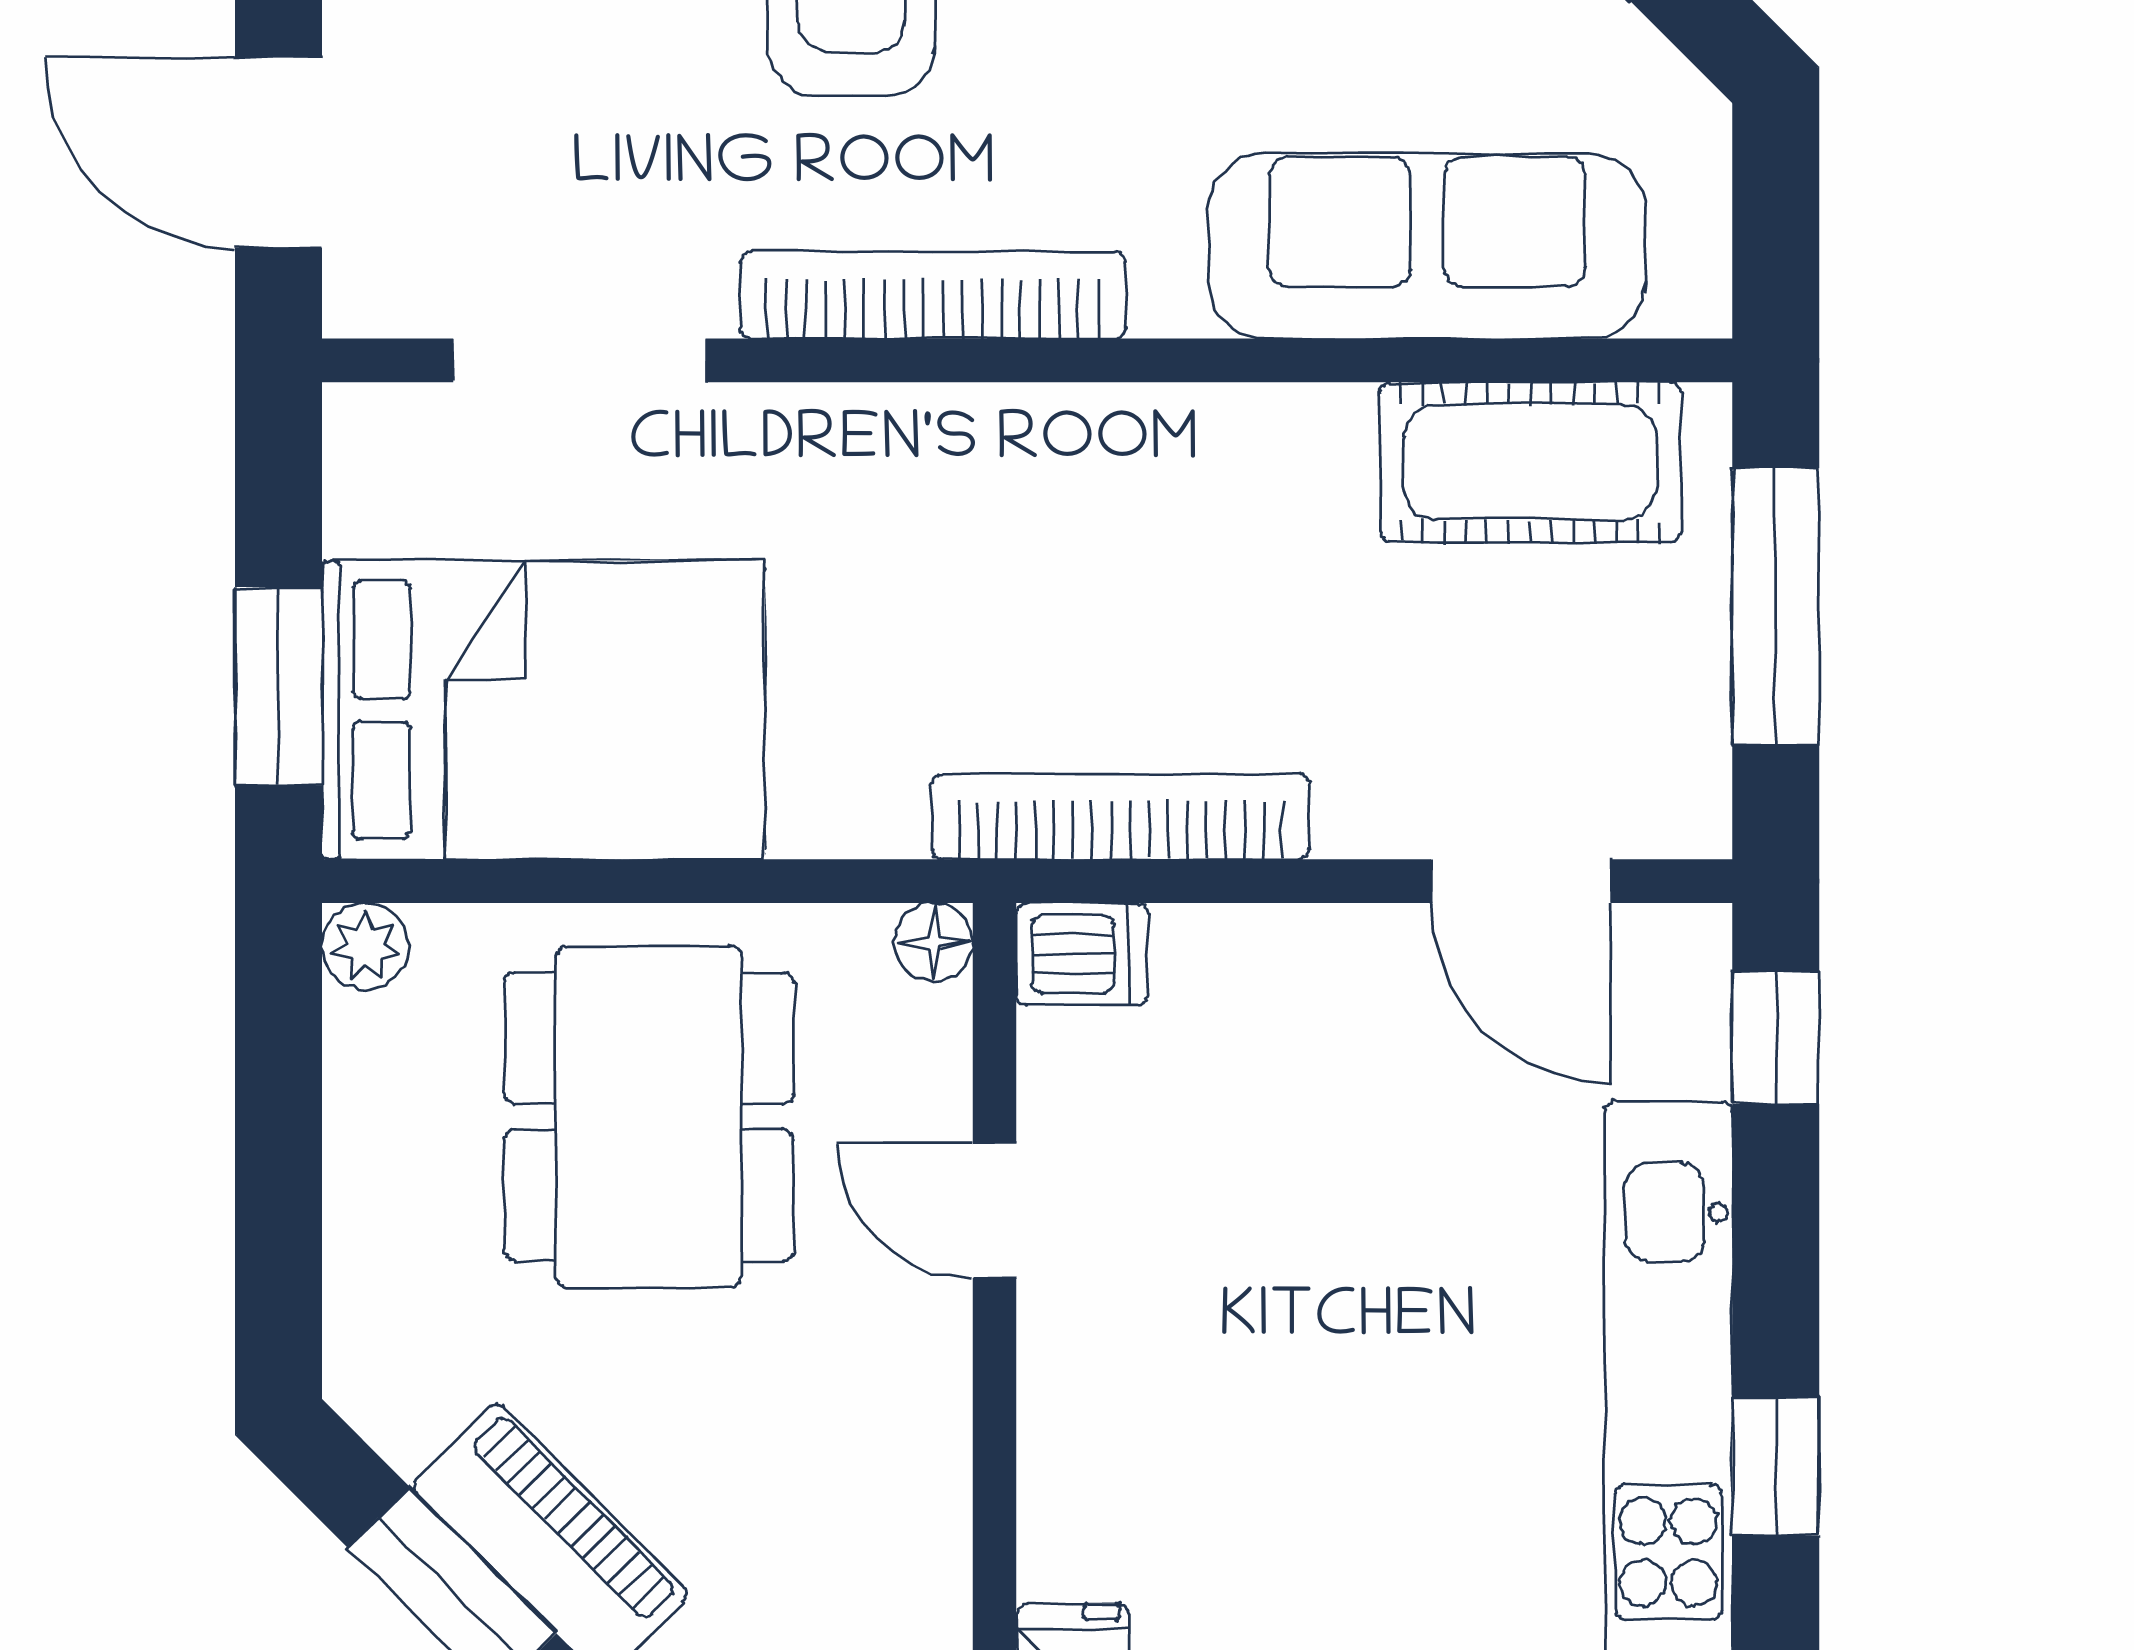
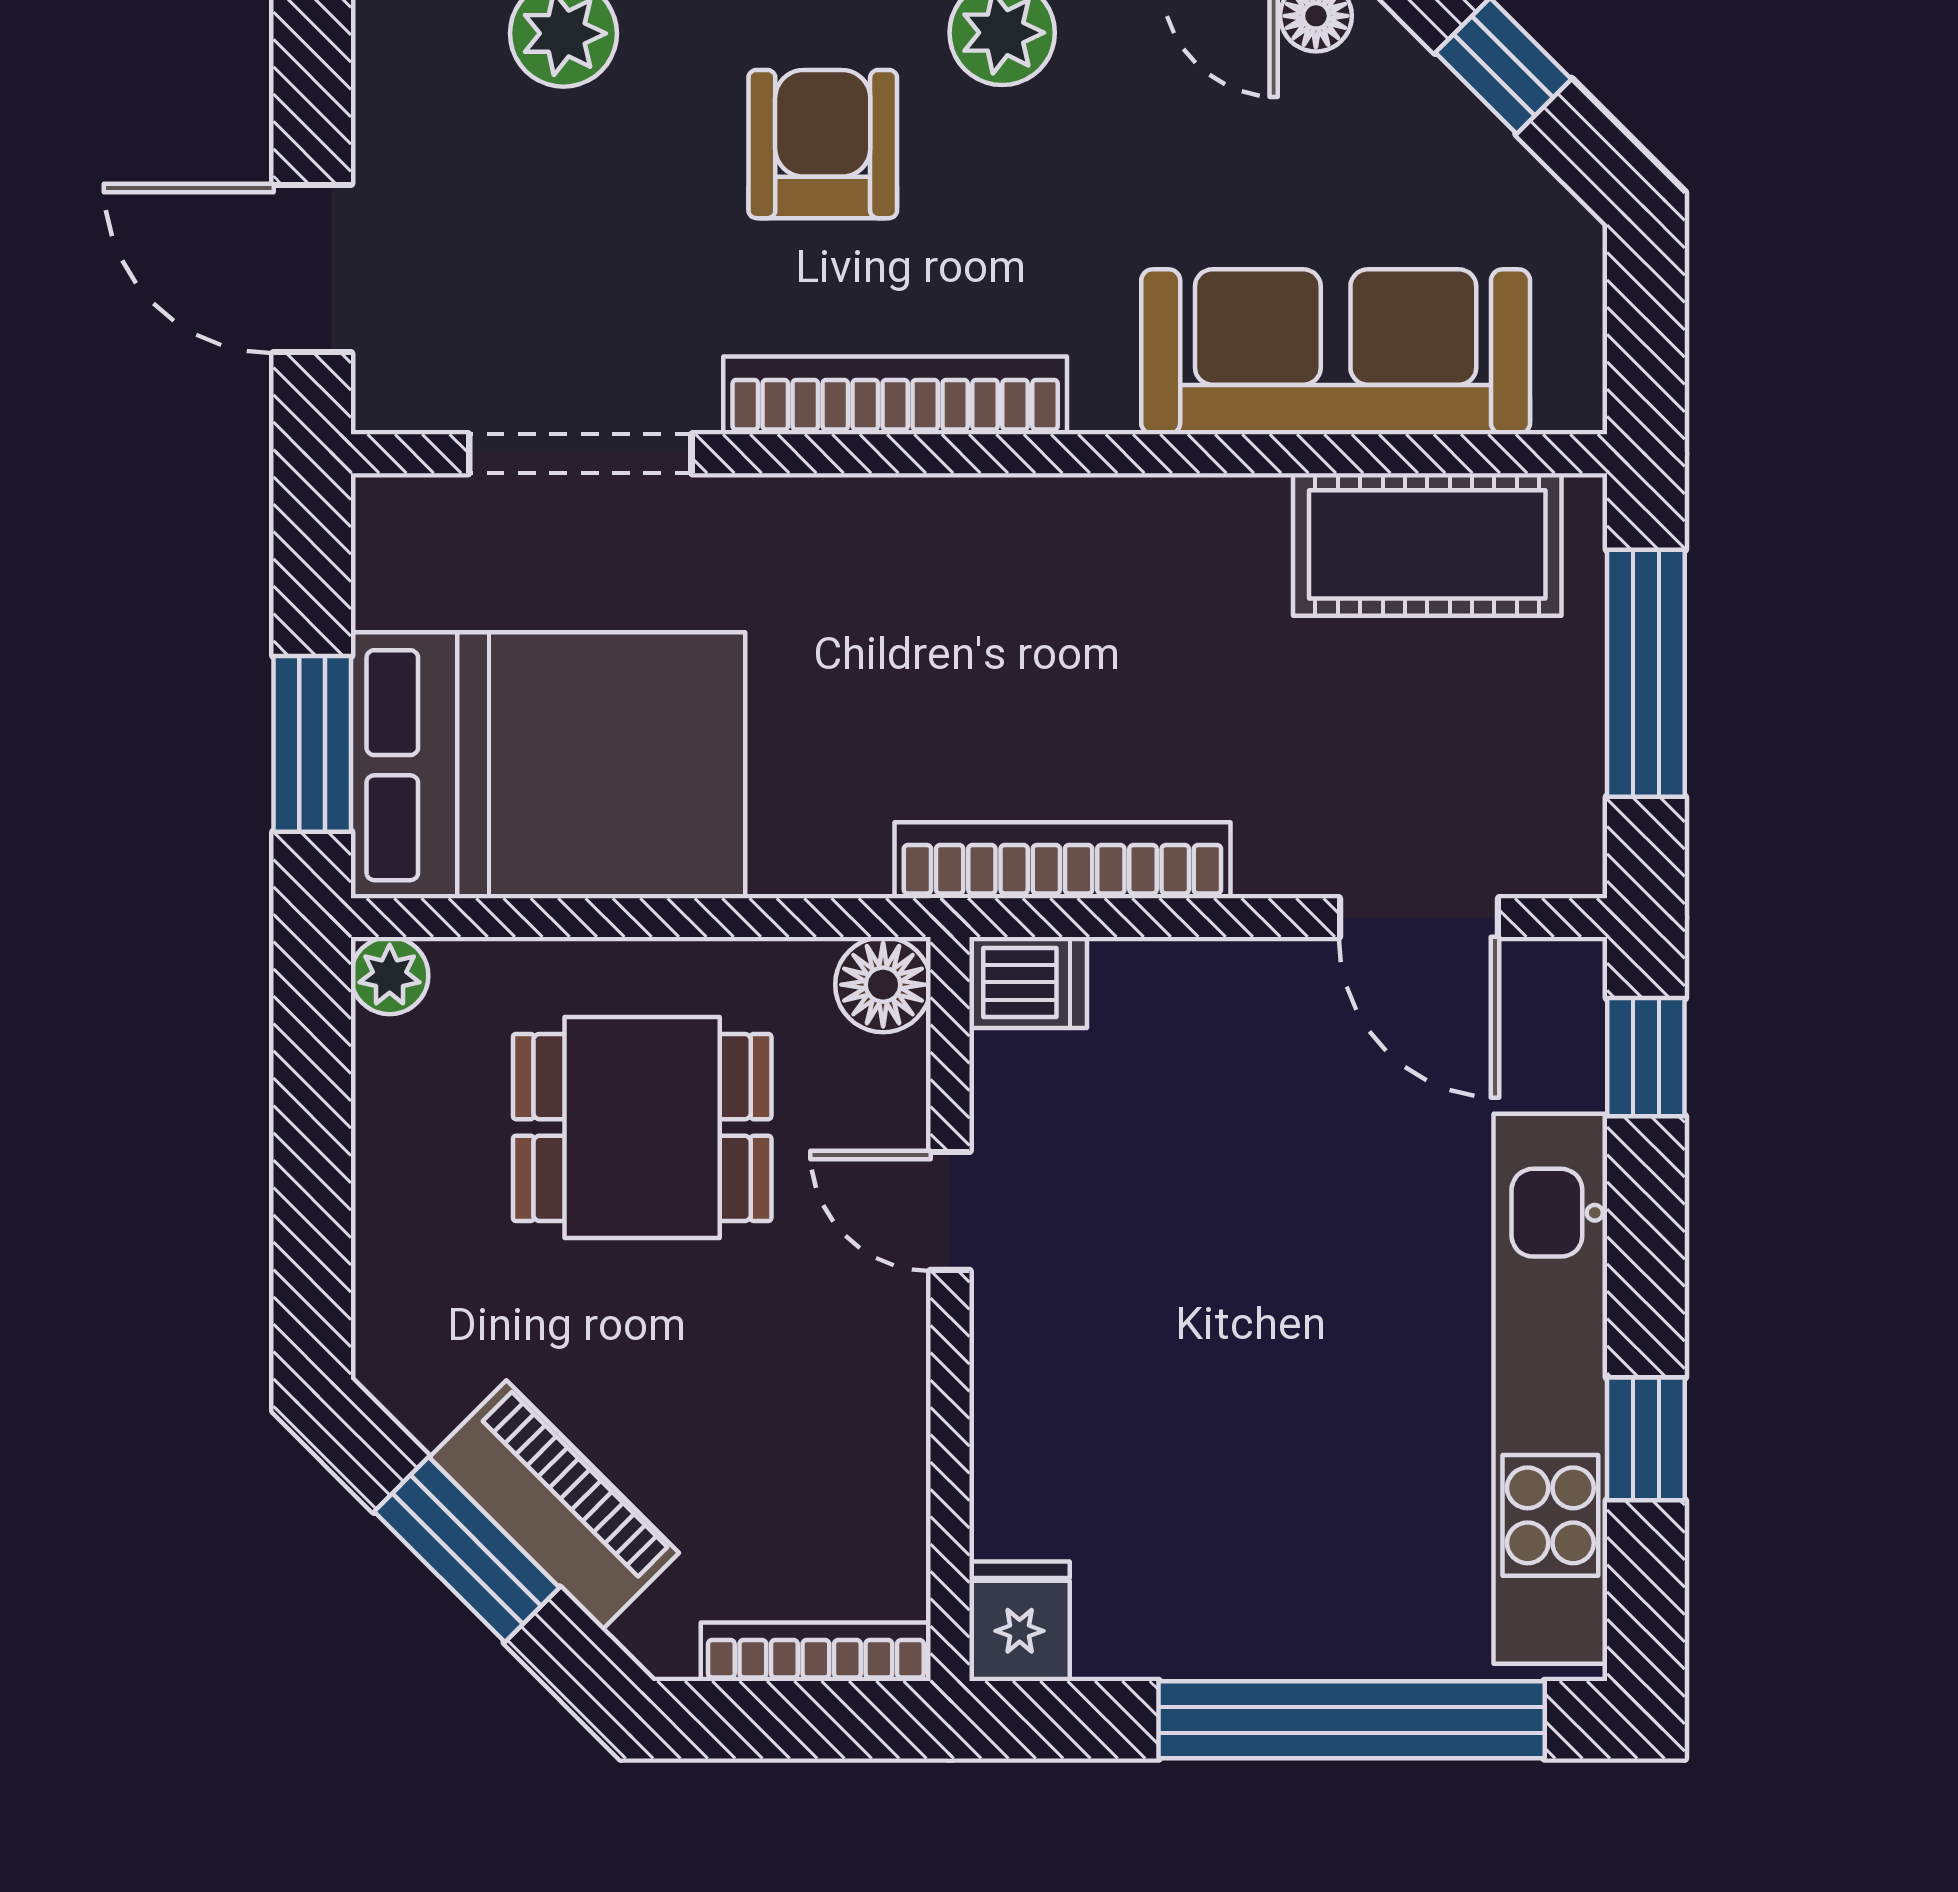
floor lamp: (934, 942) -> (883, 985), width x1.37, depth x1.37
dining table: (649, 1117) -> (642, 1127), width x0.73

